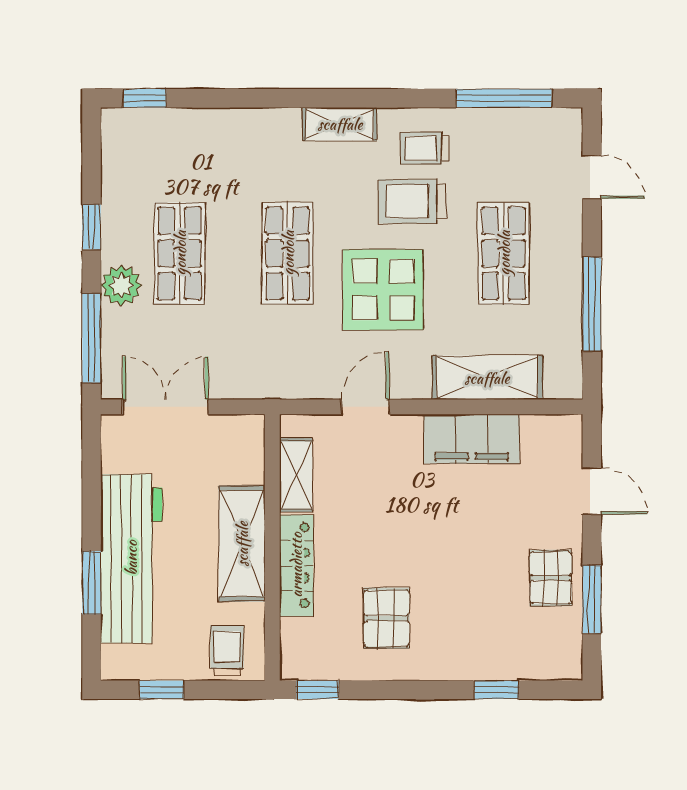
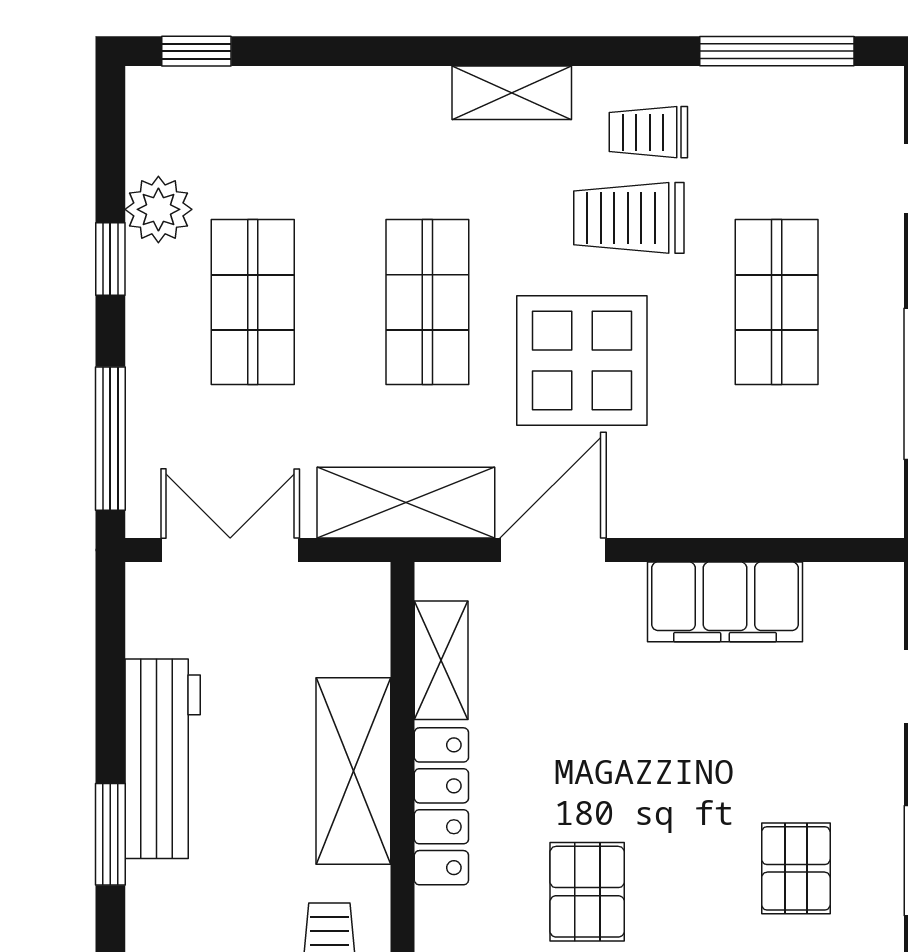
plant: (121, 285) -> (158, 209), moved
shelving: (487, 378) -> (406, 503), moved
door: (365, 407) -> (553, 550), width x1.38
workbench: (131, 558) -> (163, 759), width x0.73, depth x0.76
pallet: (551, 578) -> (796, 868), moved

